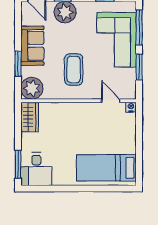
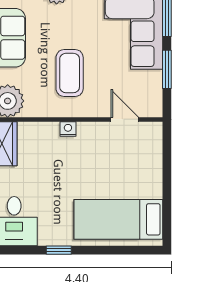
nightstand: (131, 107) -> (68, 129), moved
window: (66, 189) -> (59, 250), added

